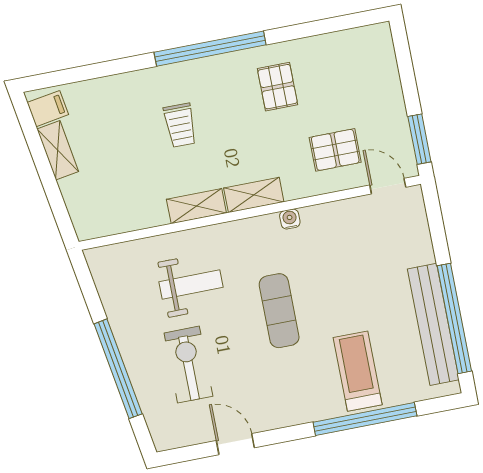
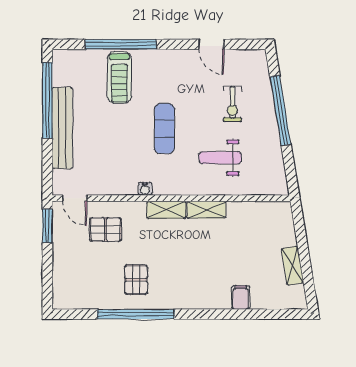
window: (210, 49) -> (136, 314), moved
filing cabinet: (48, 109) -> (241, 298), moved, turned 99
trolley: (180, 125) -> (207, 267), removed
bench: (433, 324) -> (62, 128), moved
exercise bike: (188, 365) -> (232, 104), width x0.73, depth x0.72

